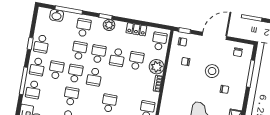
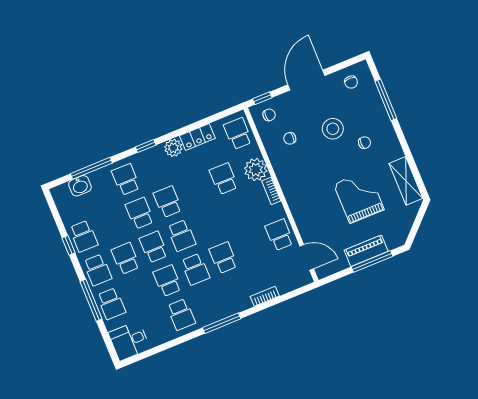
plant: (109, 25) -> (173, 148), moved
school desk: (117, 57) -> (195, 269), moved

